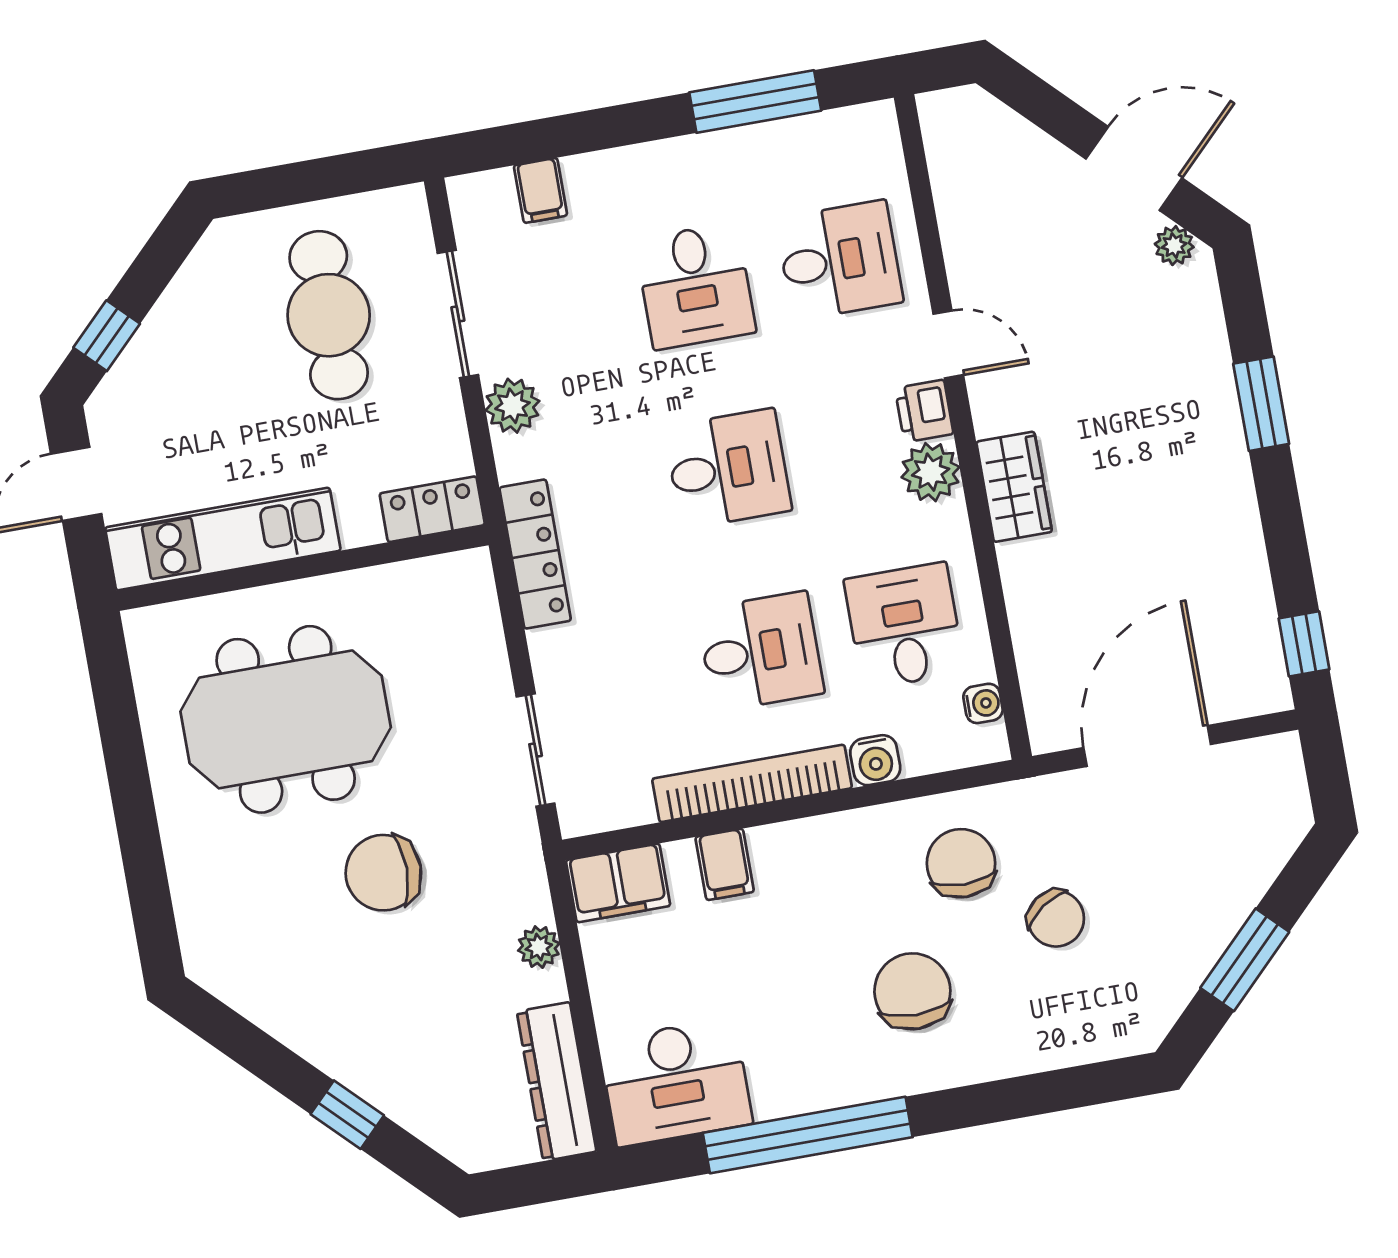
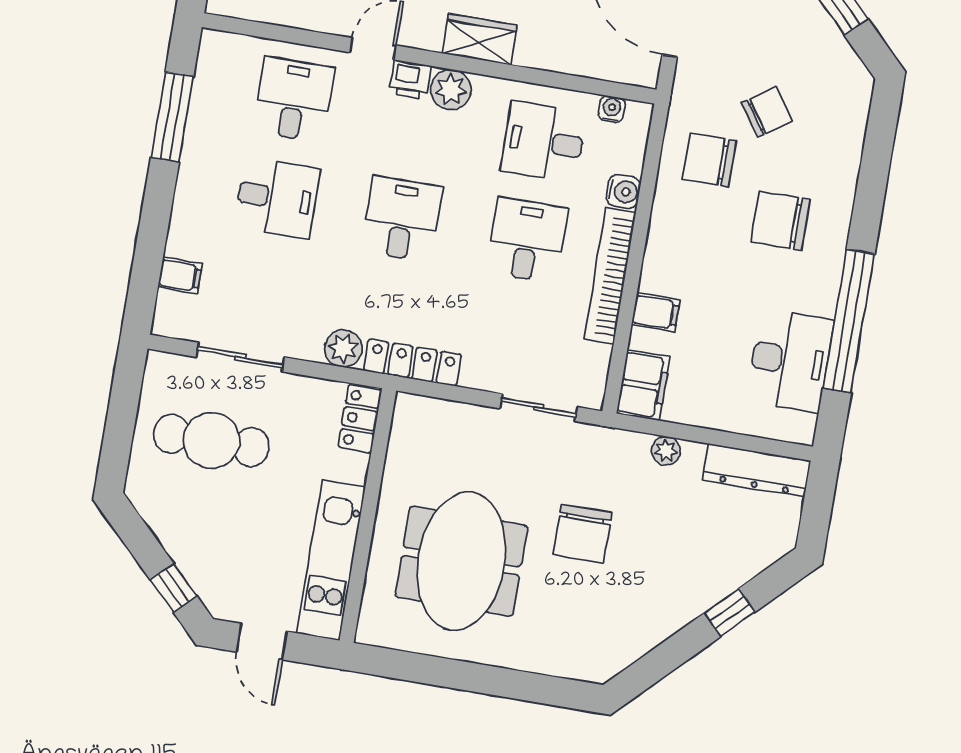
plant: (512, 406) -> (343, 348), moved
desk: (676, 1082) -> (790, 361), moved

